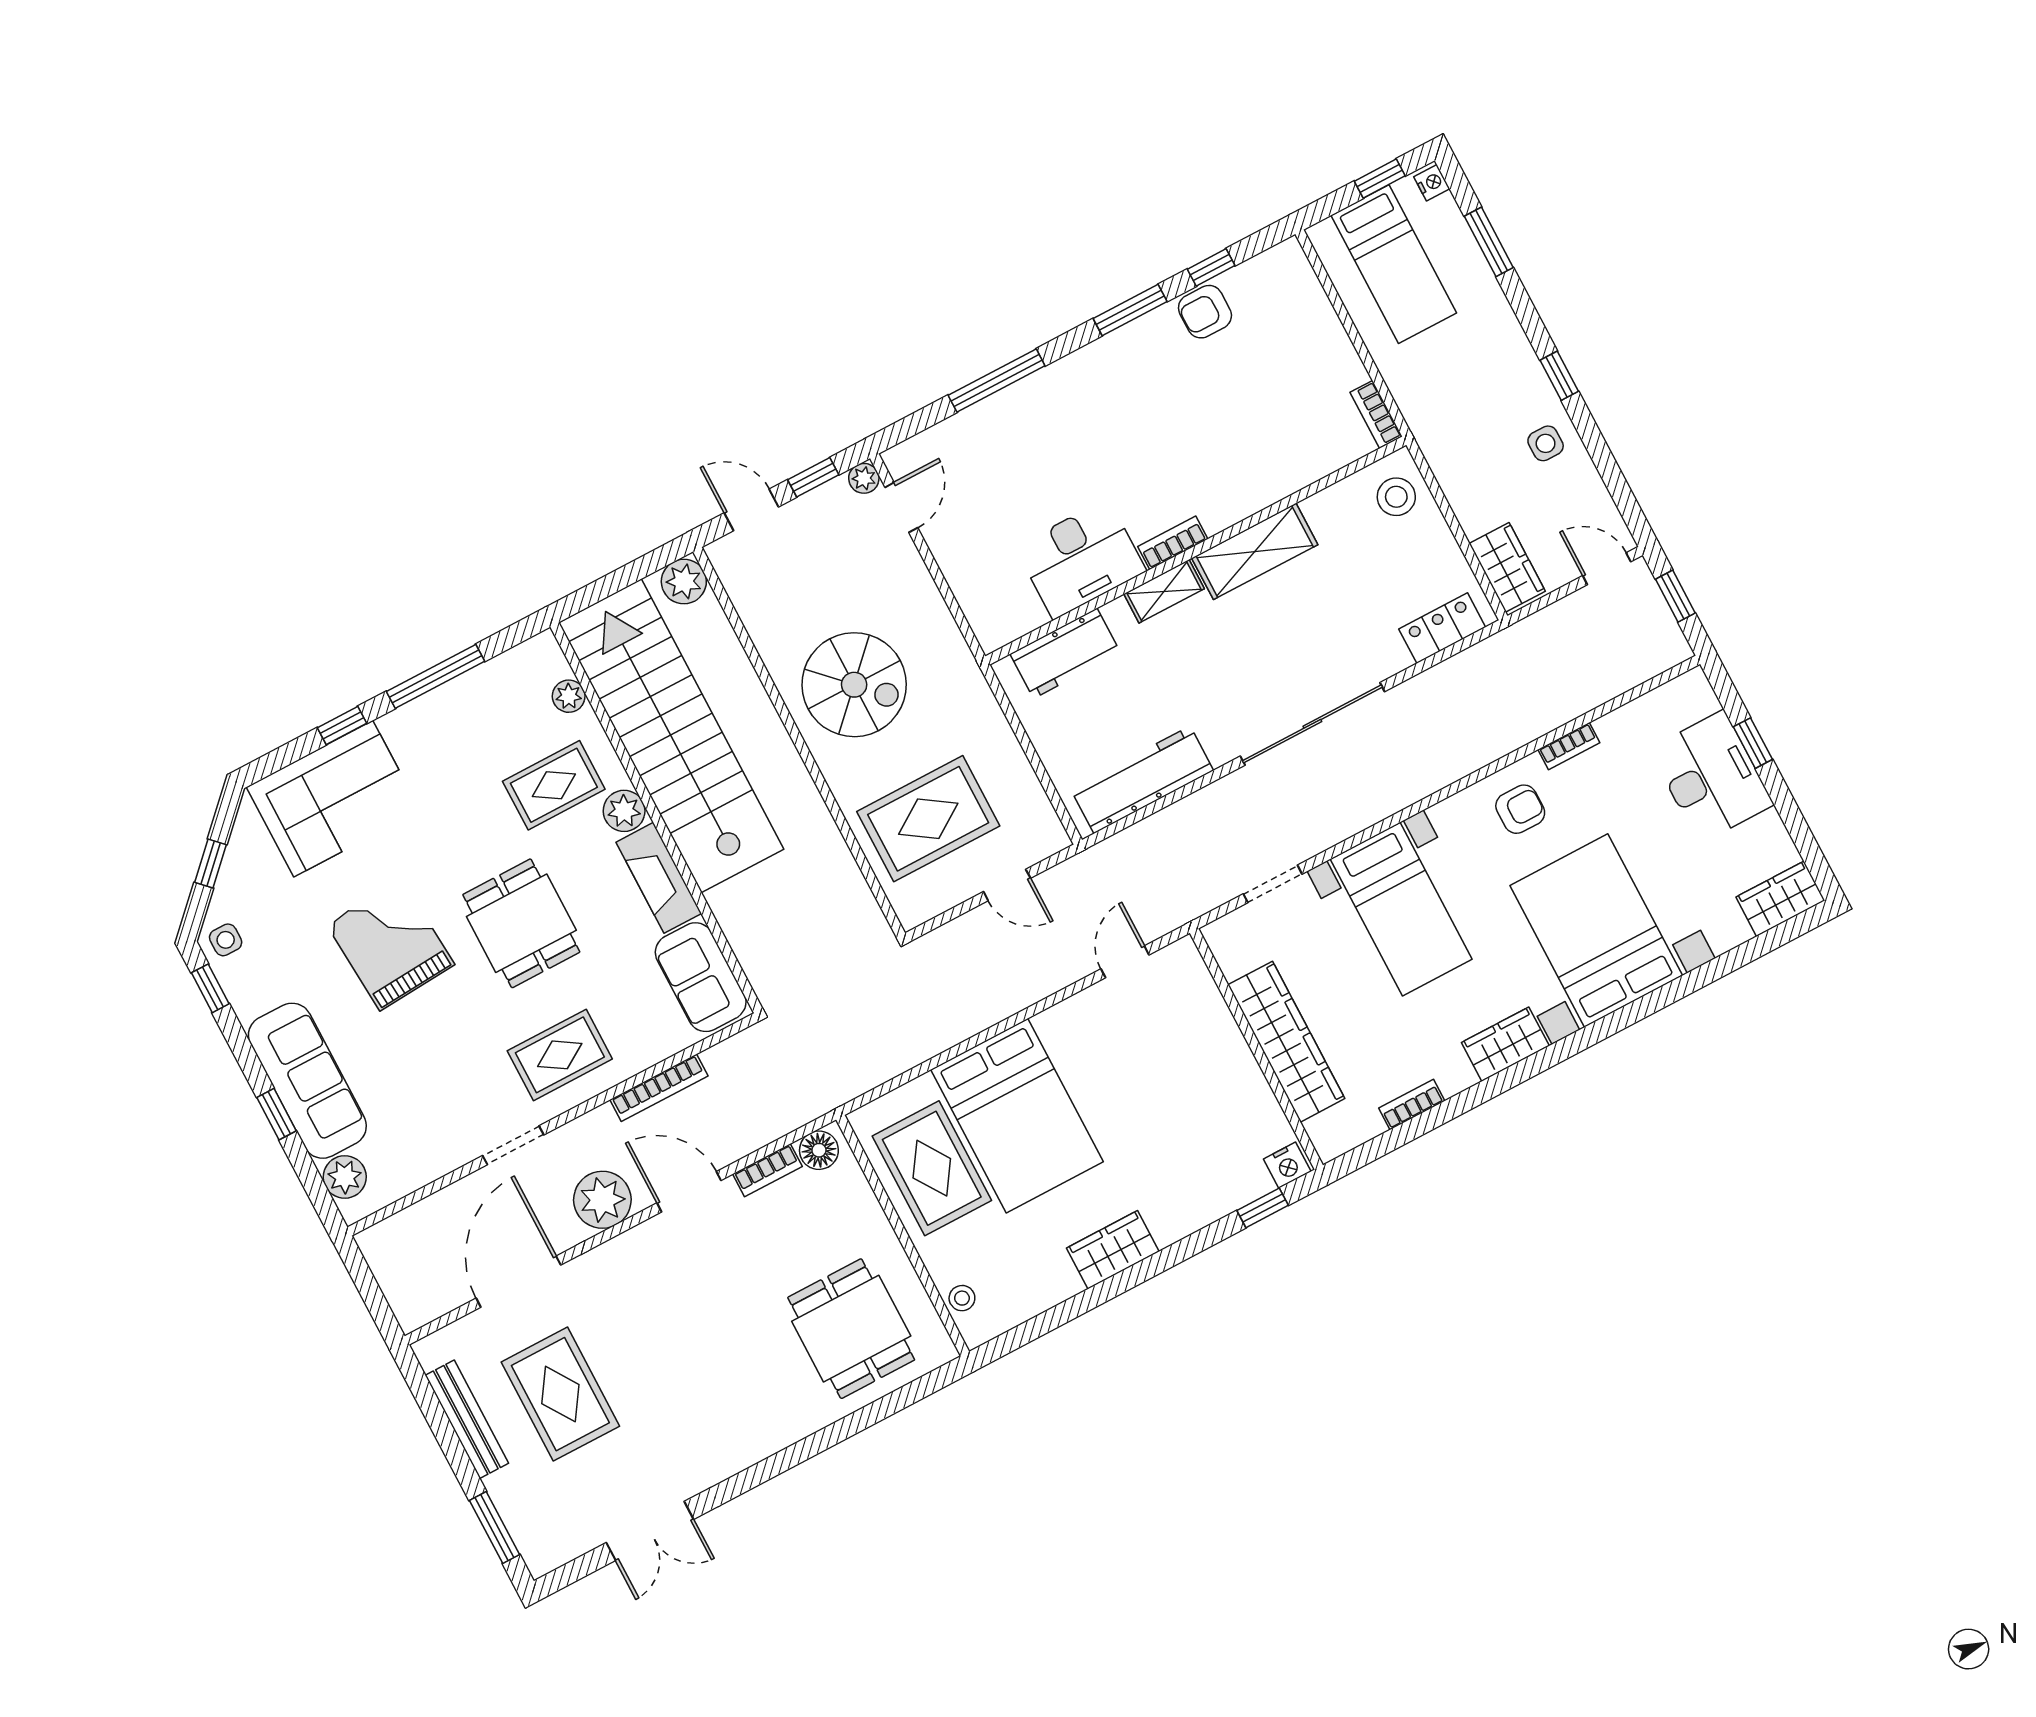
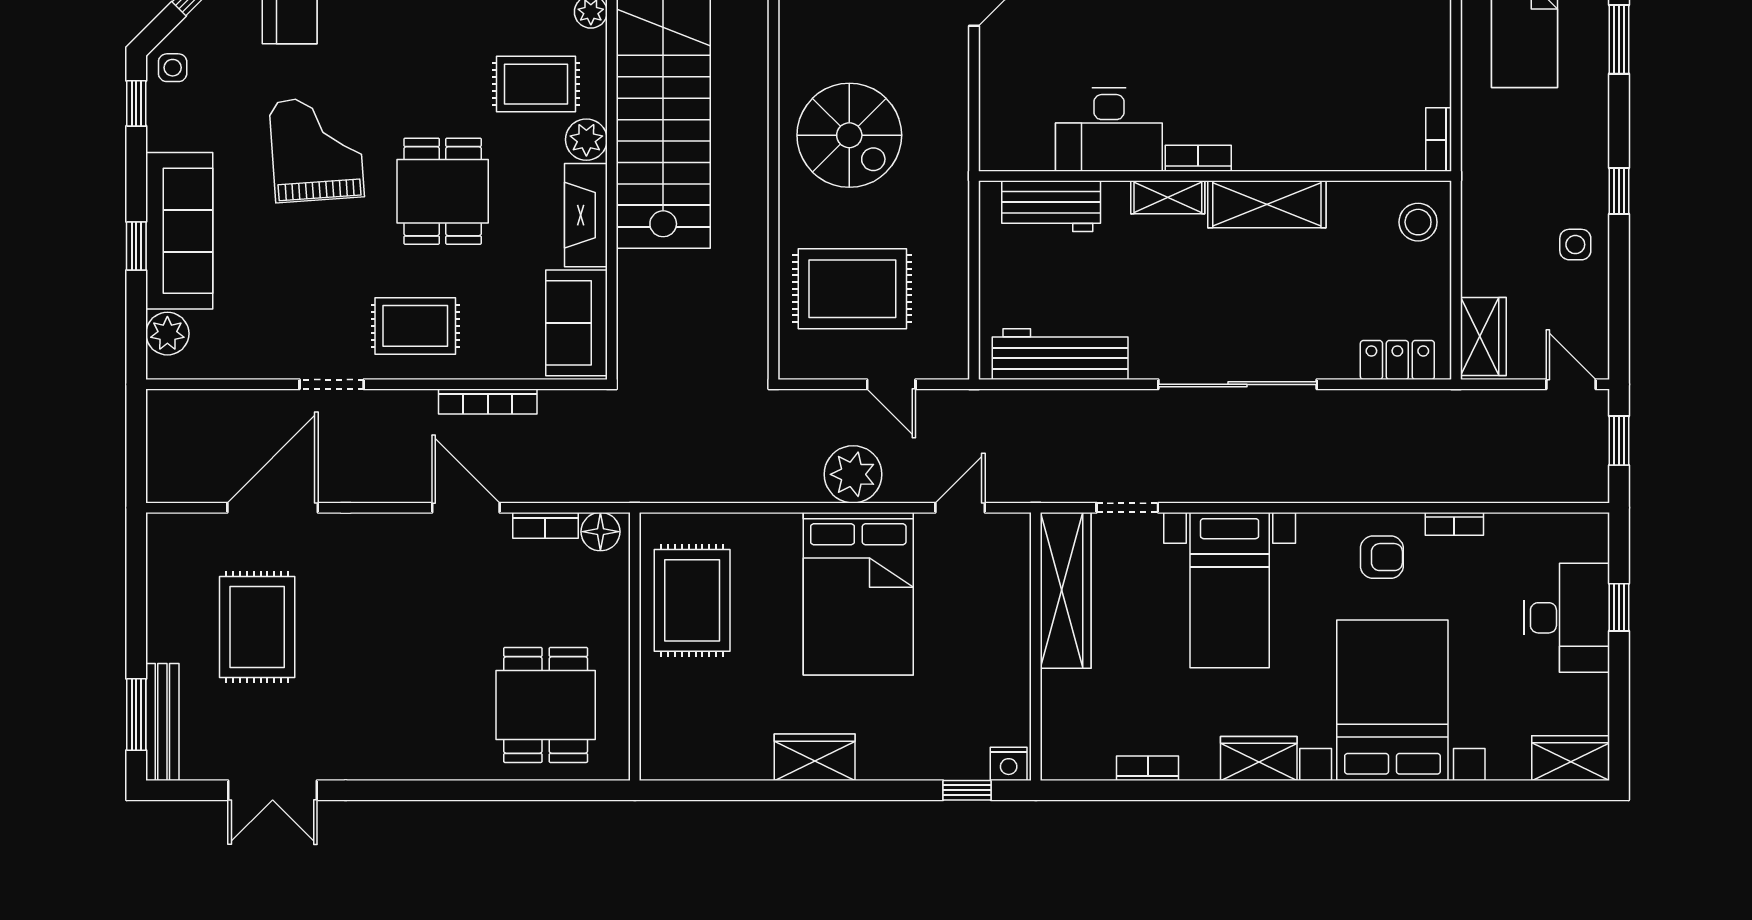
wardrobe: (1286, 1042) -> (1066, 590), moved
bed: (1017, 1116) -> (858, 594), moved
plant: (602, 1200) -> (853, 474), moved
stool: (962, 1298) -> (658, 730), removed
bench: (467, 1419) -> (162, 722), moved

